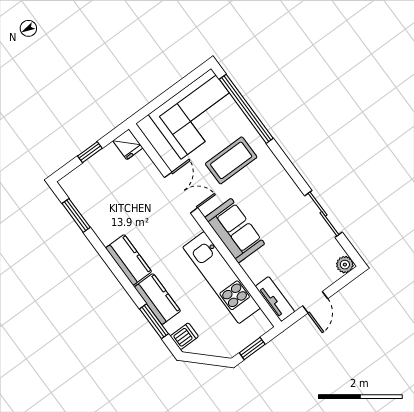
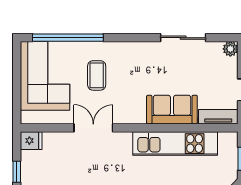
coffee table: (231, 160) -> (97, 75), width x0.73, depth x0.77
sofa: (235, 231) -> (172, 110), moved

